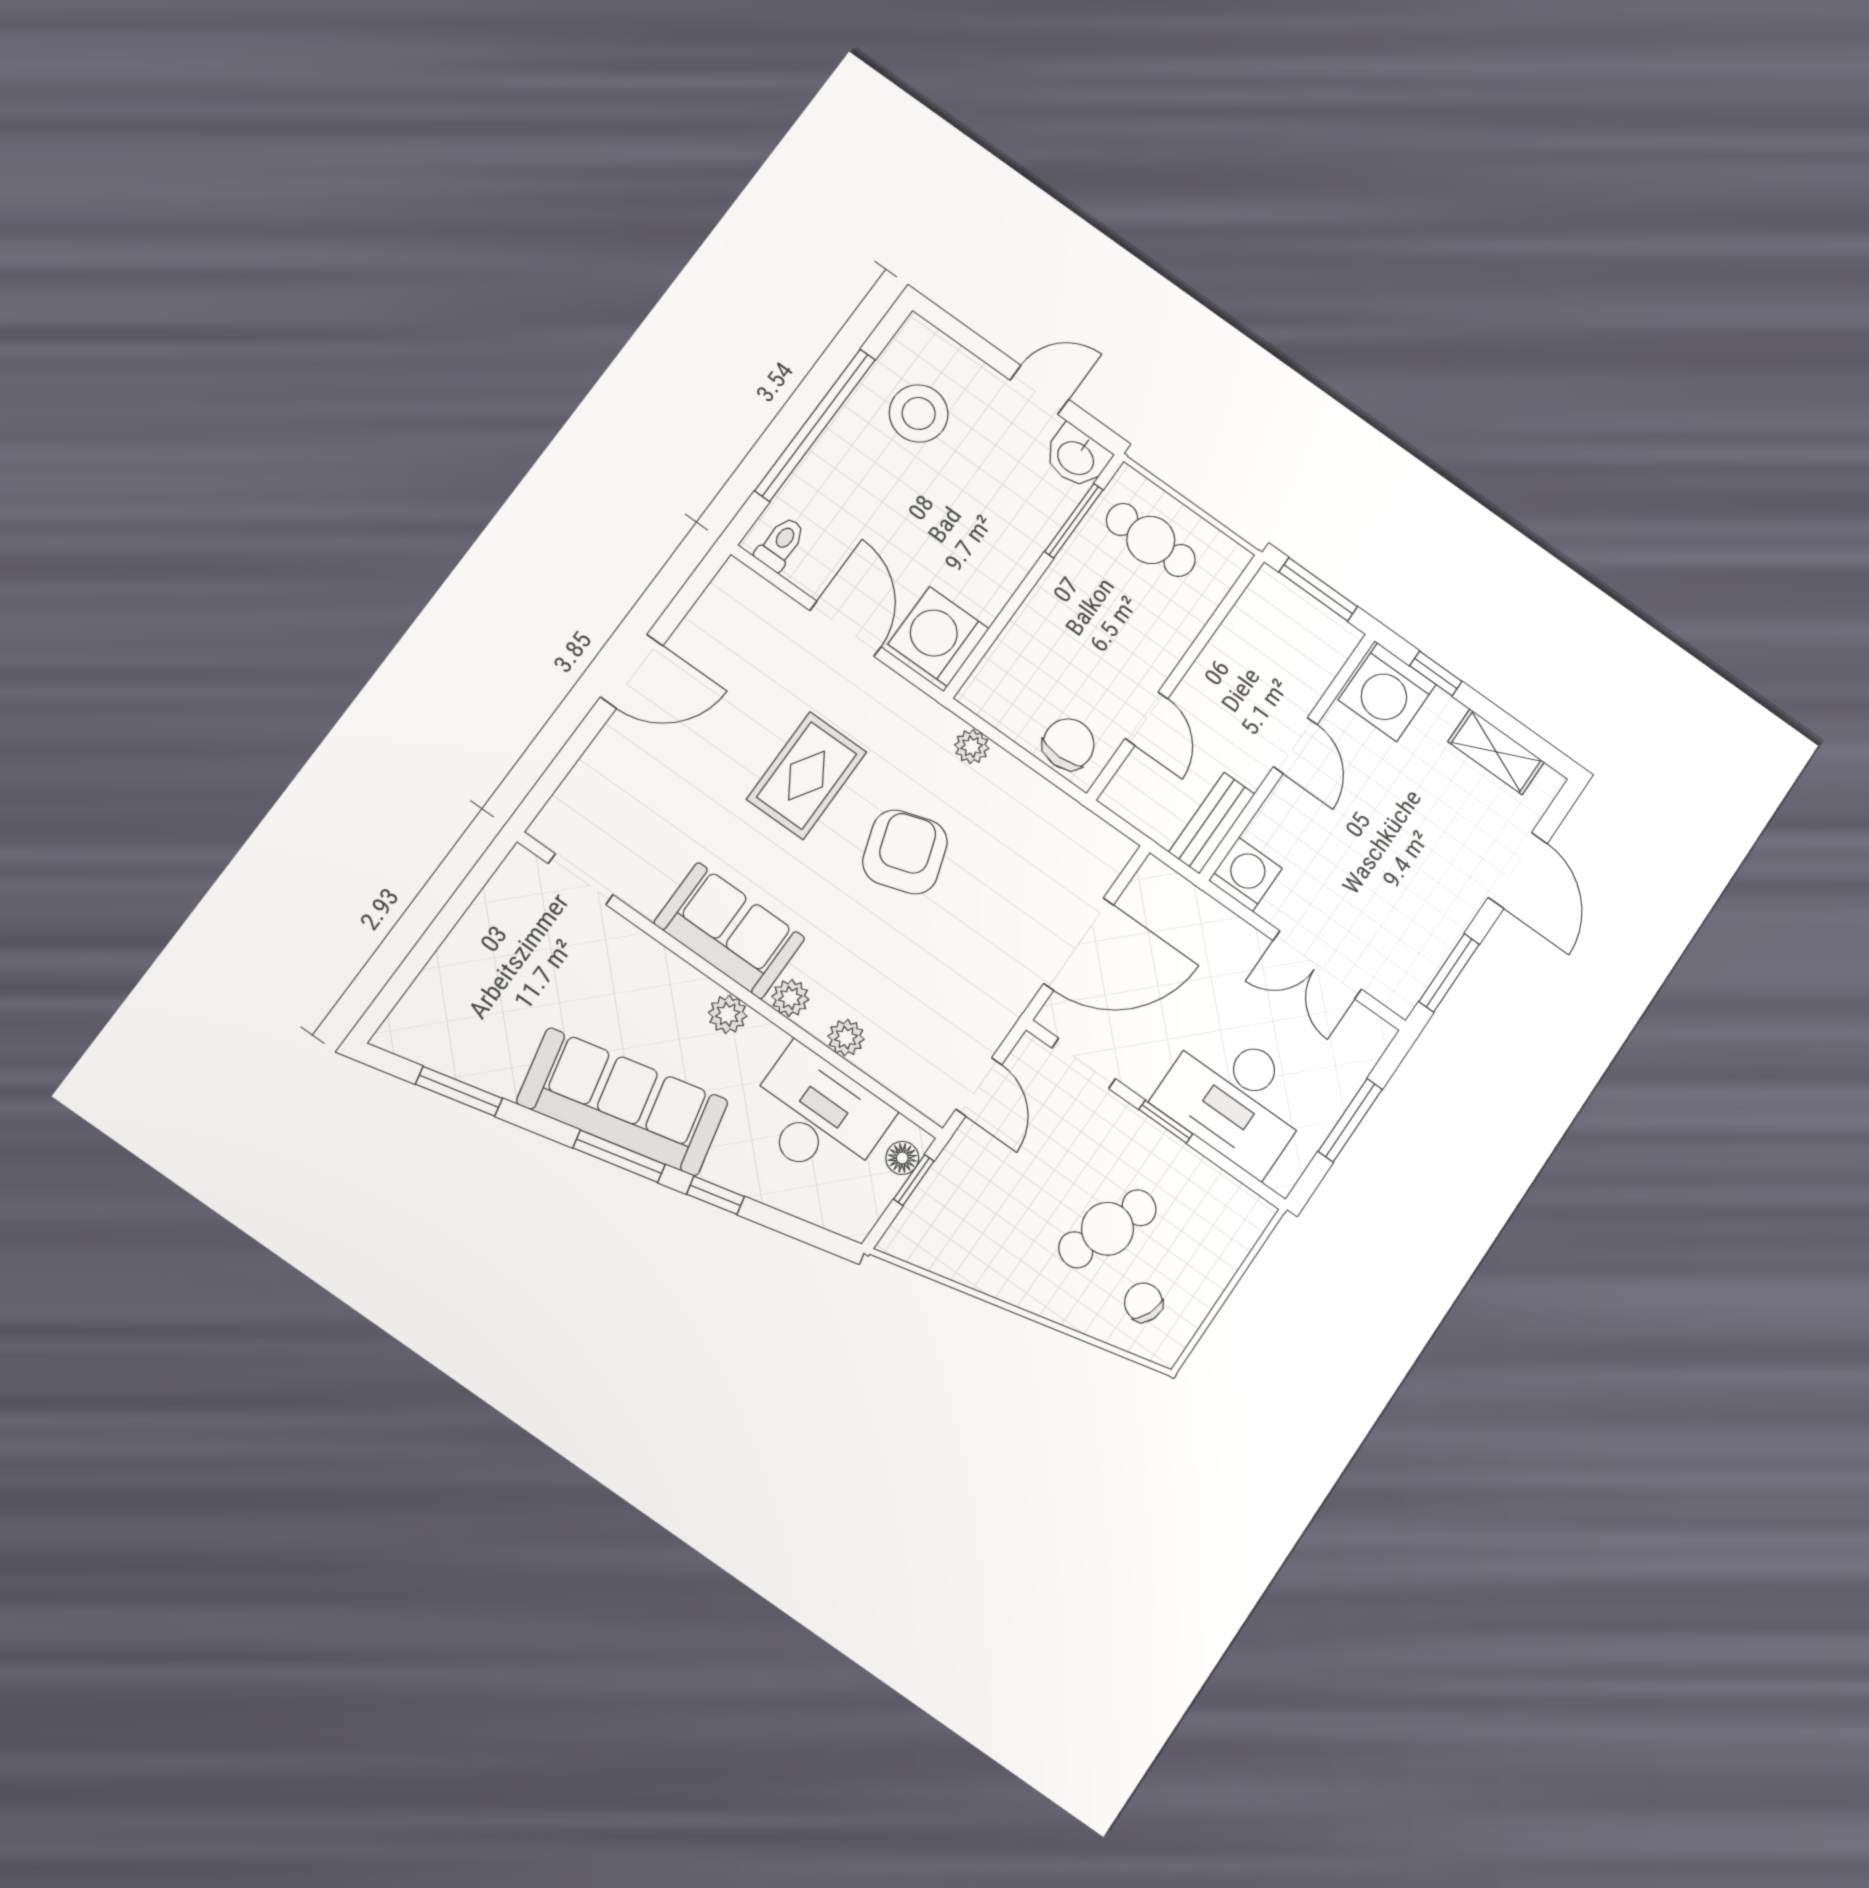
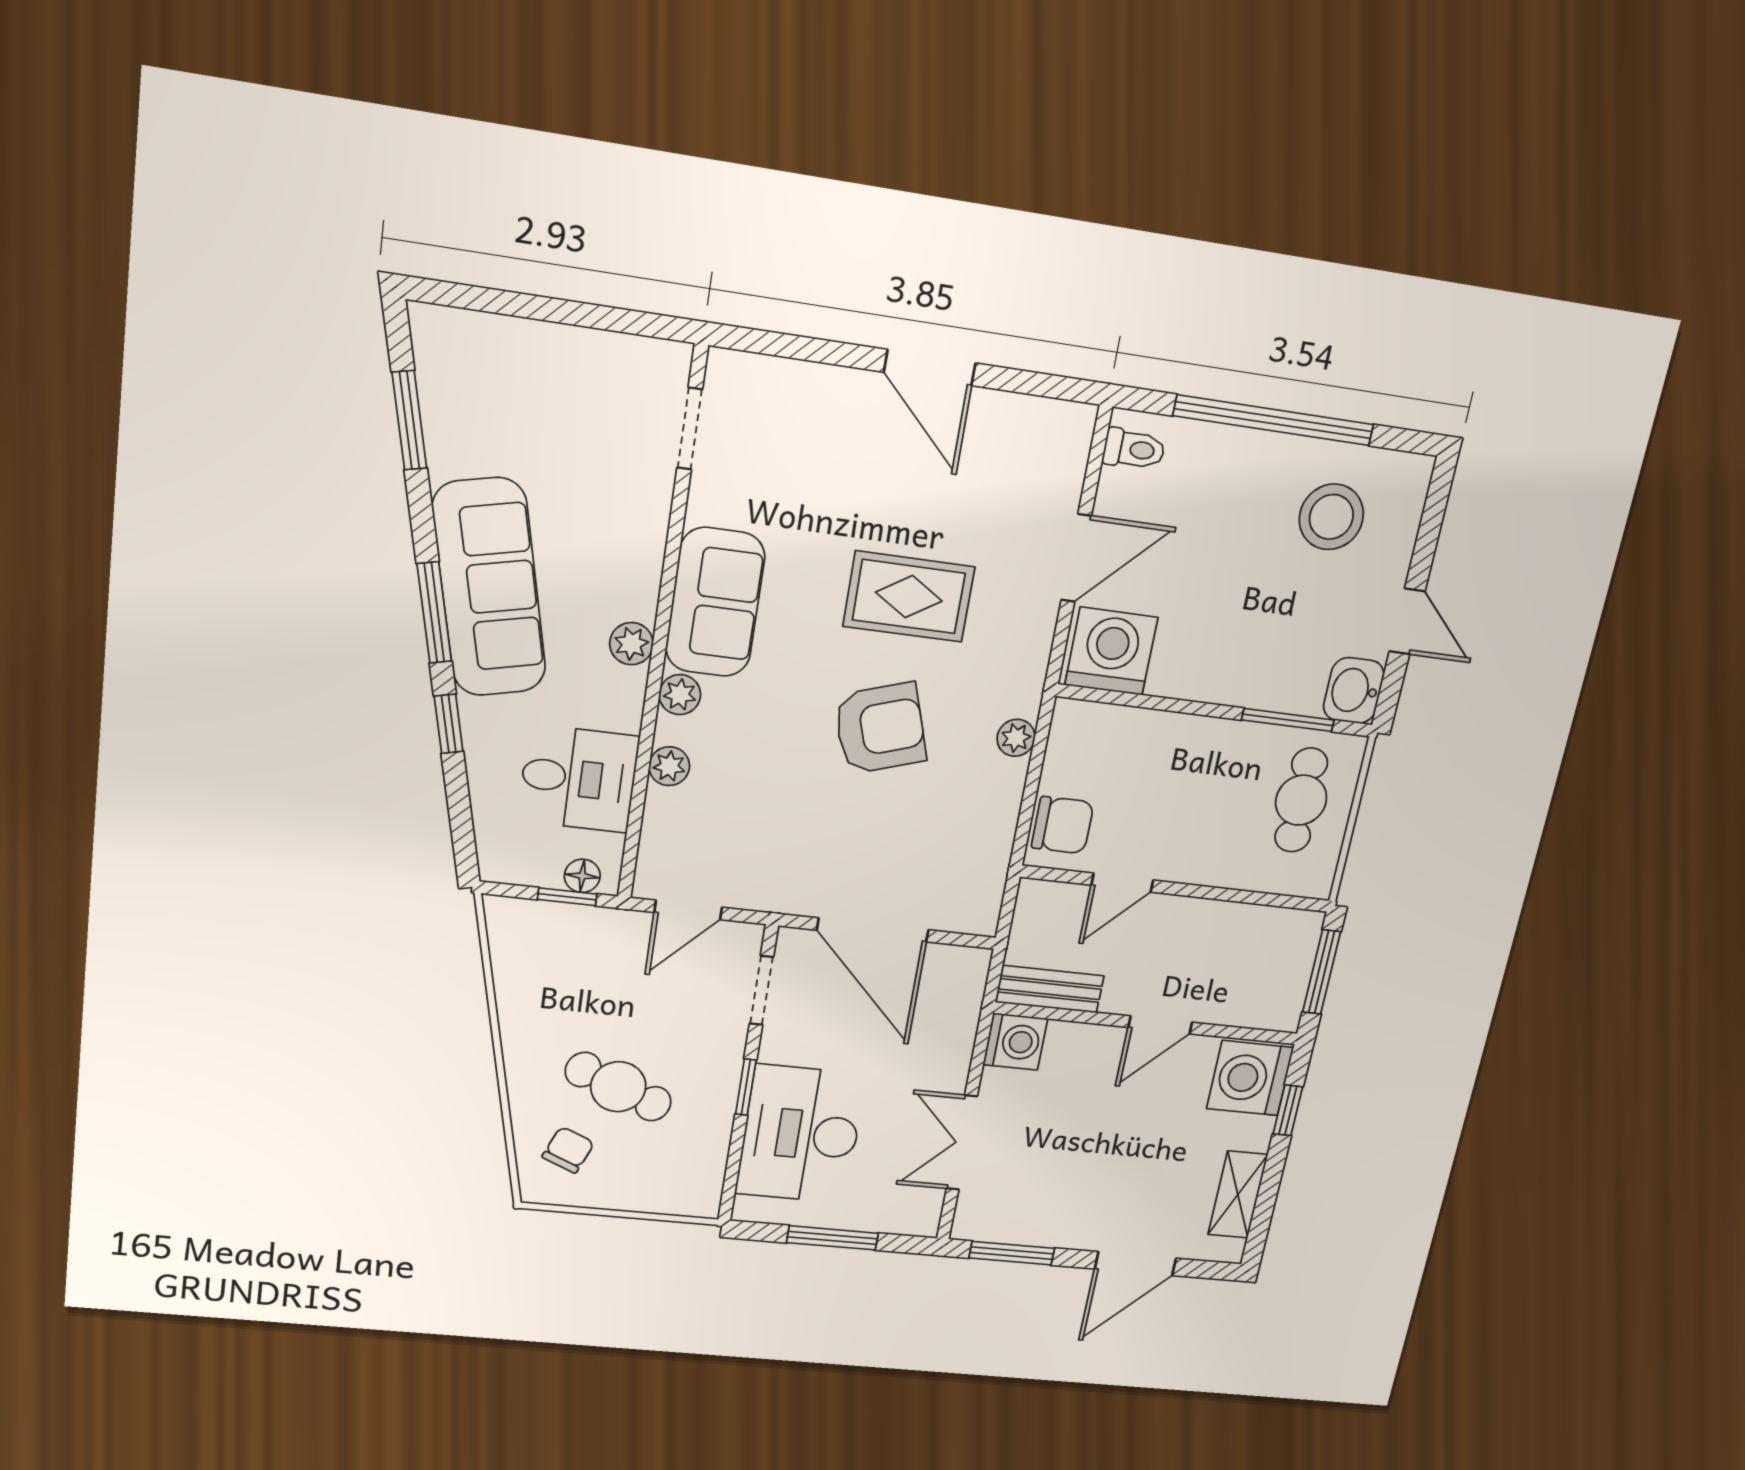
desk: (817, 1116) -> (578, 779), width x0.73

